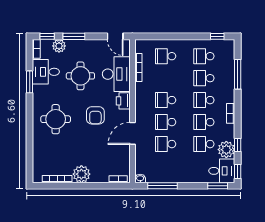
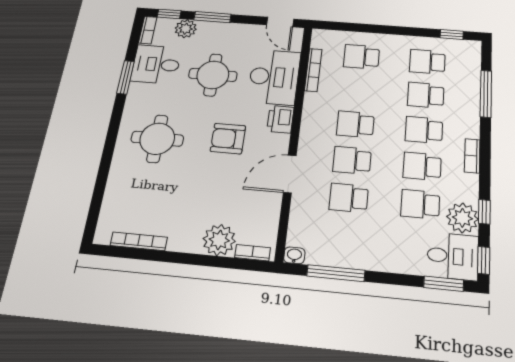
armchair: (95, 115) -> (228, 139), turned 90
plant: (81, 174) -> (219, 240), moved

